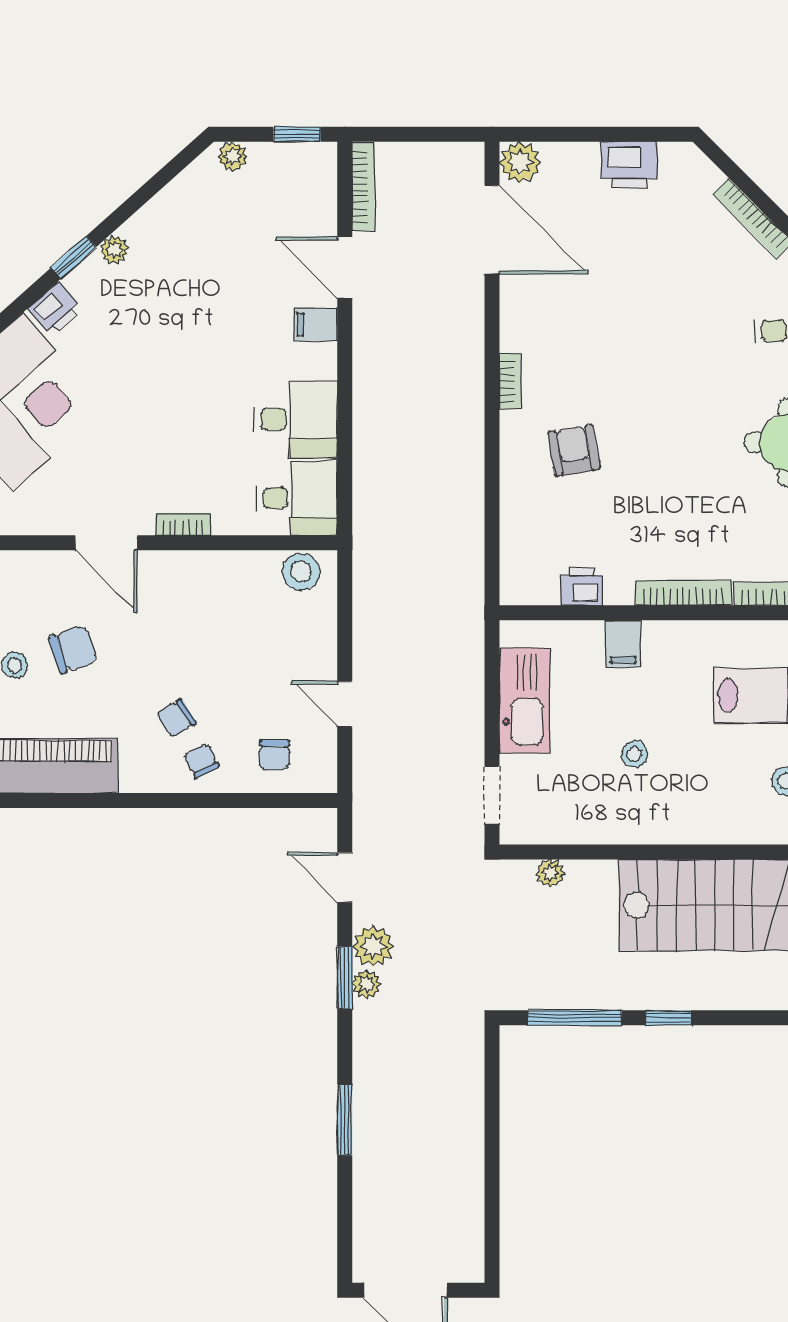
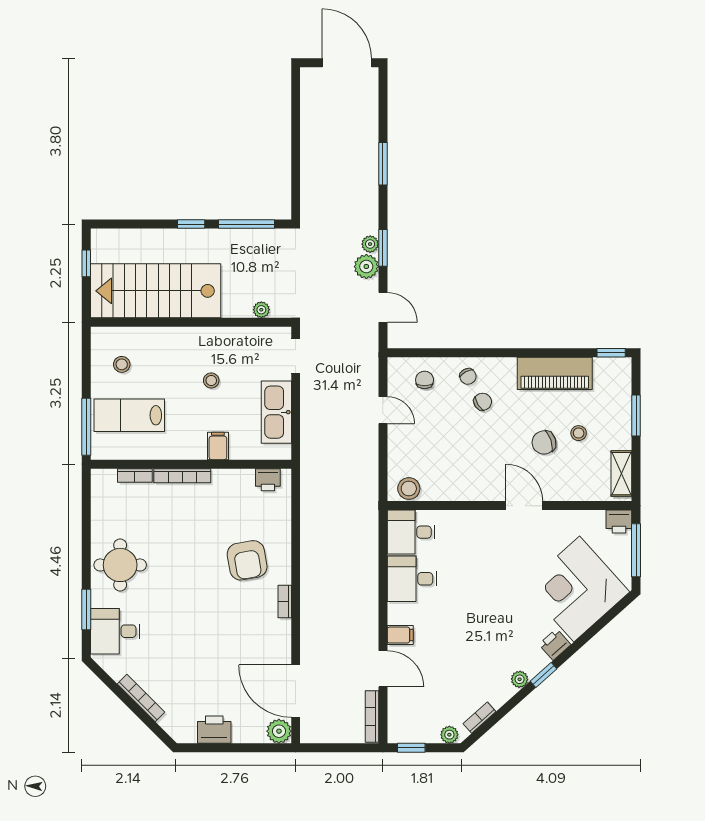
armchair: (574, 451) -> (247, 560), width x1.38, depth x1.38
bookcase: (183, 524) -> (479, 718), moved, turned 138
printer: (581, 587) -> (268, 480), moved

